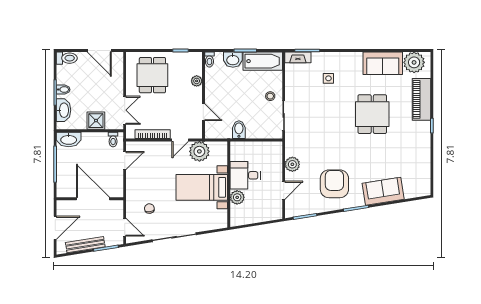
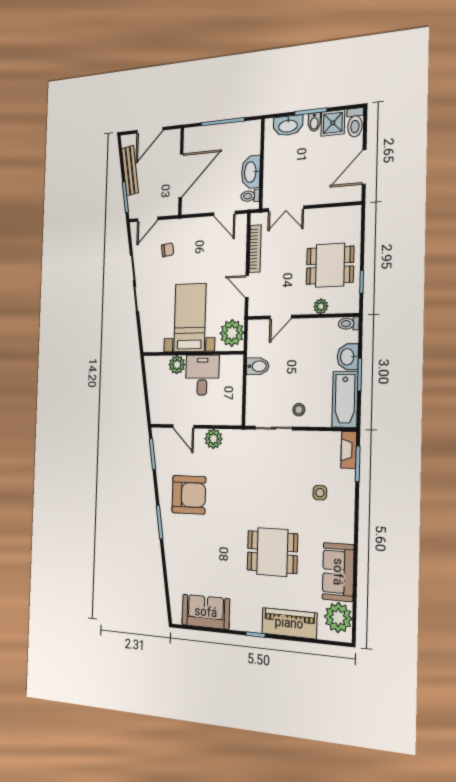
dining table: (152, 75) -> (330, 265), moved
shower: (96, 121) -> (333, 123), moved
washbasin: (69, 139) -> (251, 172), moved
plant: (199, 151) -> (232, 333), moved
sofa: (383, 191) -> (206, 612), moved, turned -81
door: (55, 228) -> (150, 130), hinge flipped

